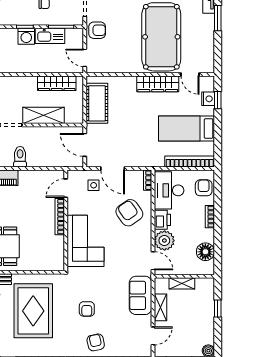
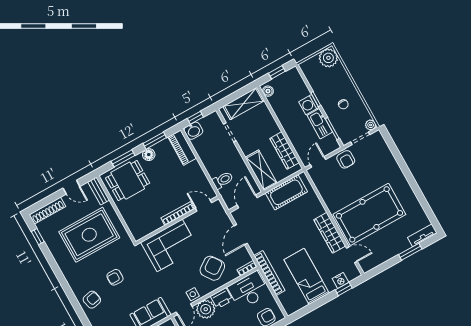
door: (190, 74) -> (352, 255), swing flipped
shelving: (44, 115) -> (261, 170), moved
toilet: (20, 157) -> (223, 180), moved
bookcase: (190, 162) -> (269, 273), moved
side table: (94, 185) -> (193, 294), moved

